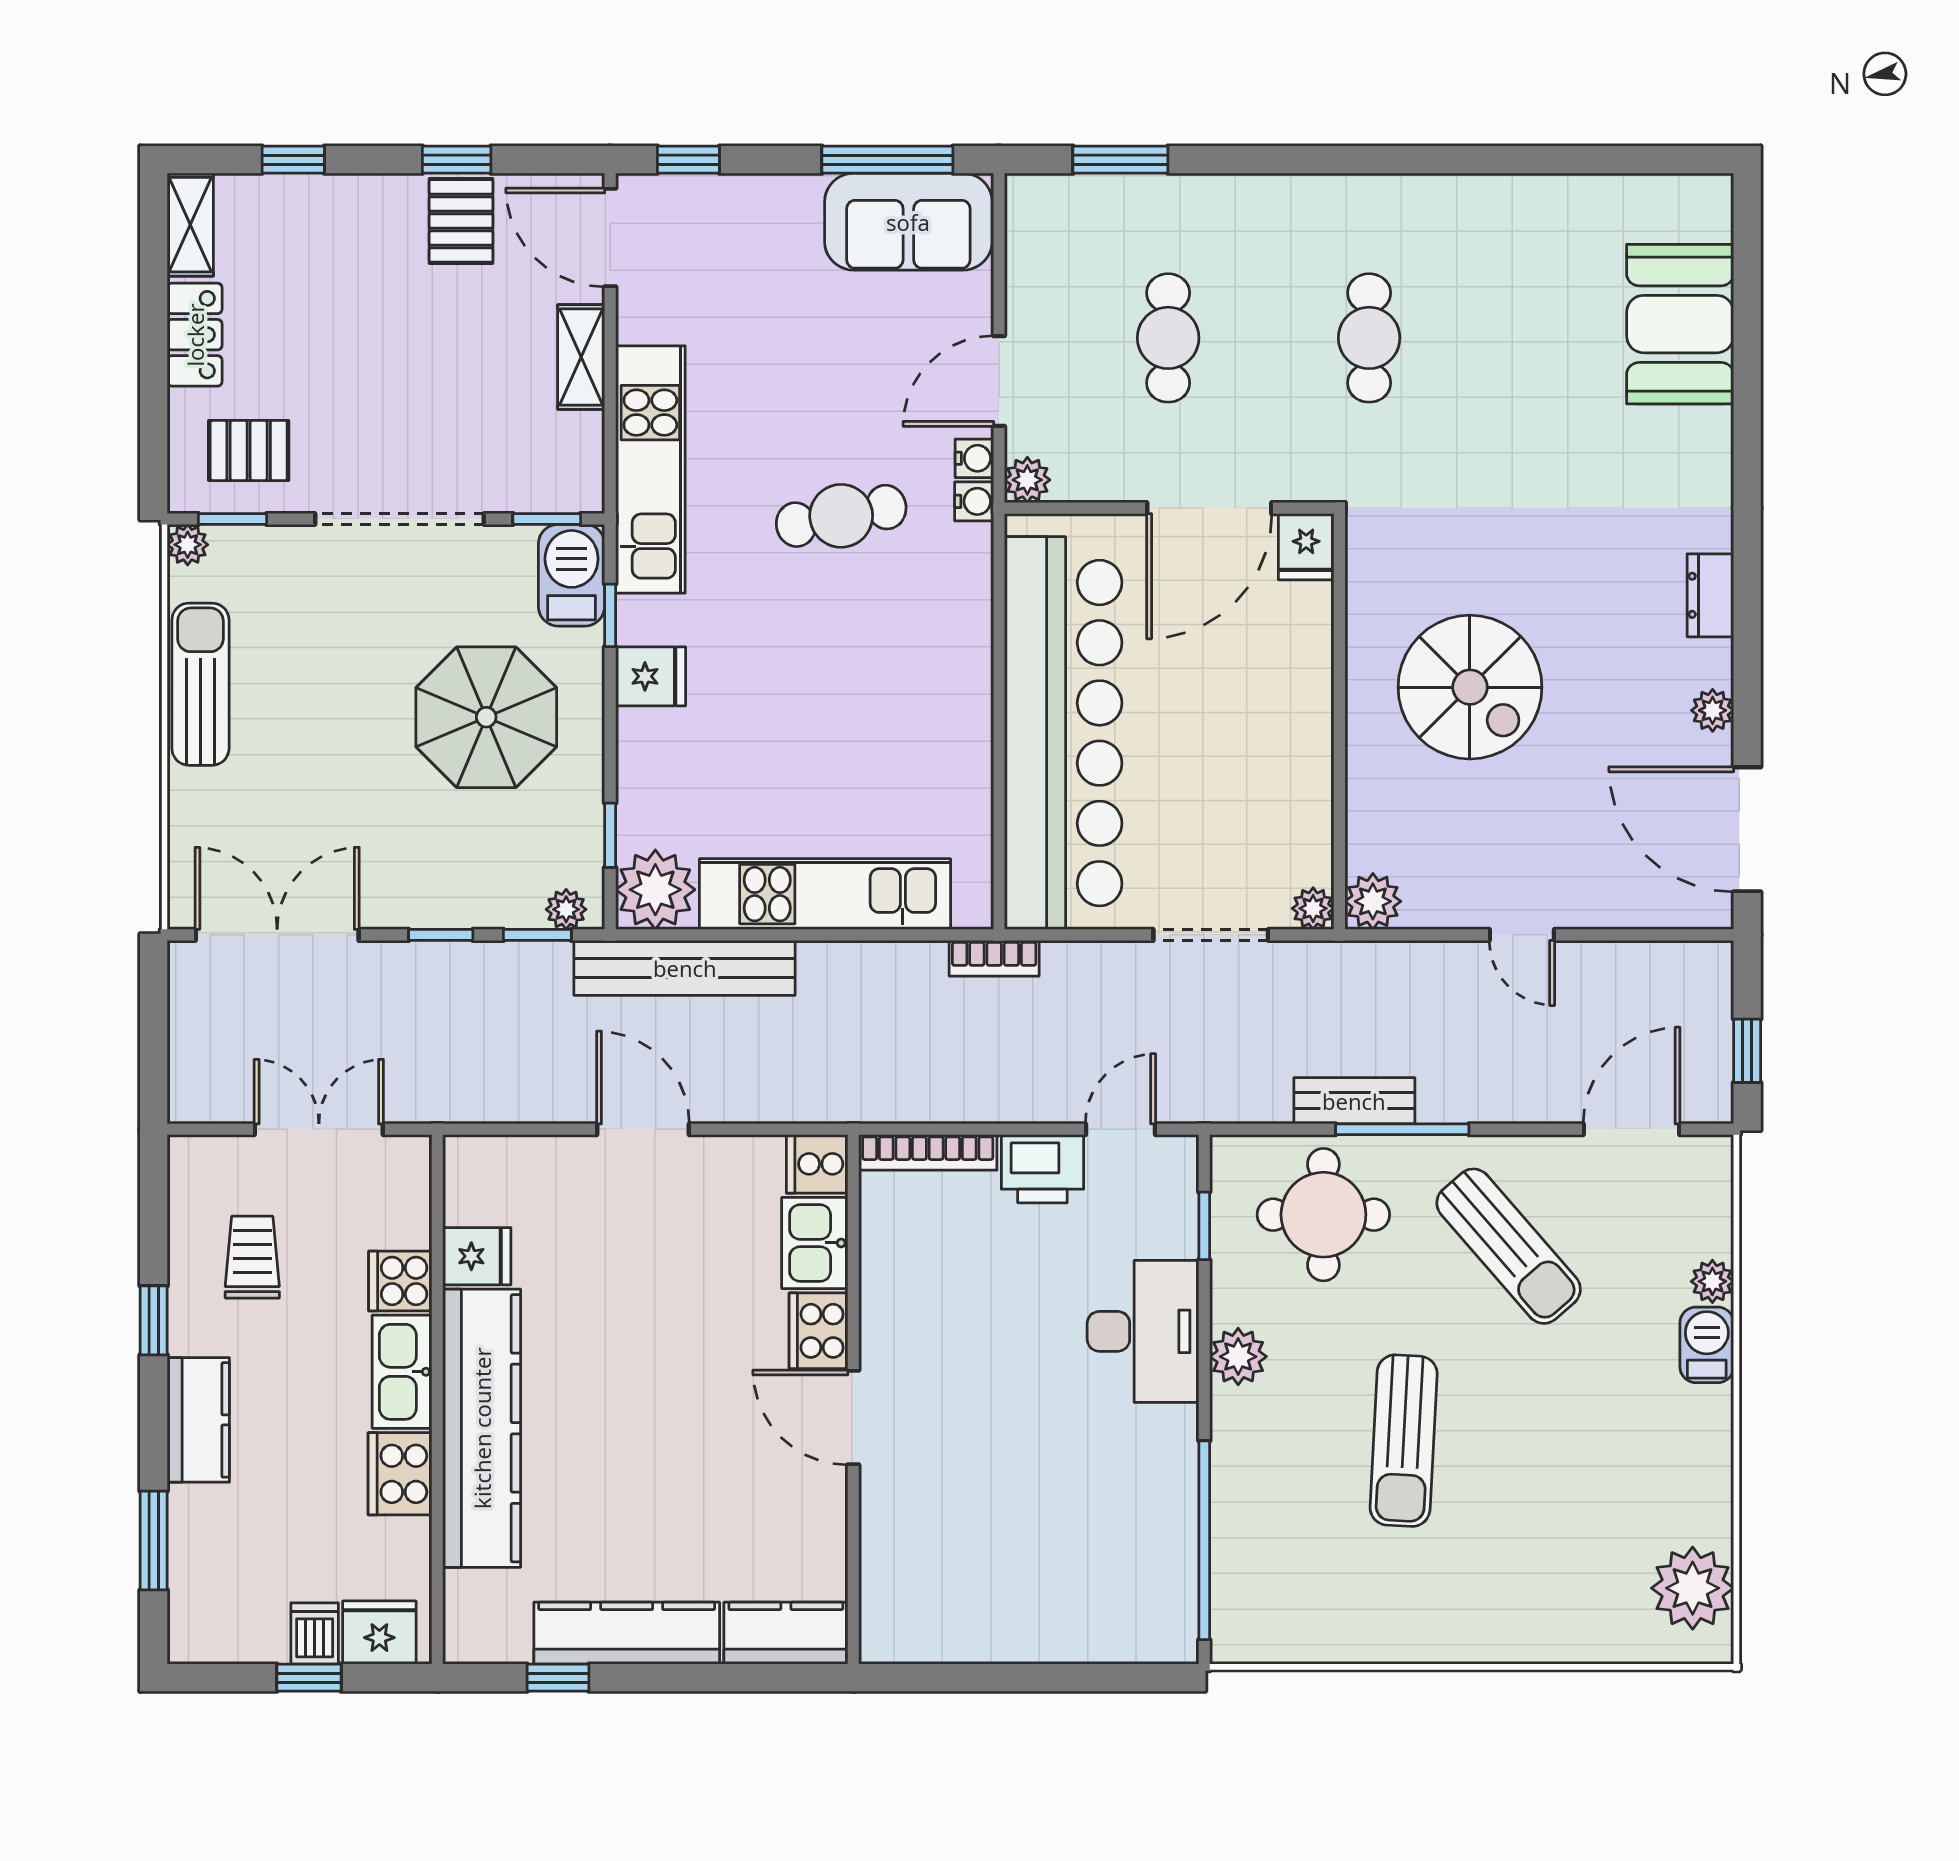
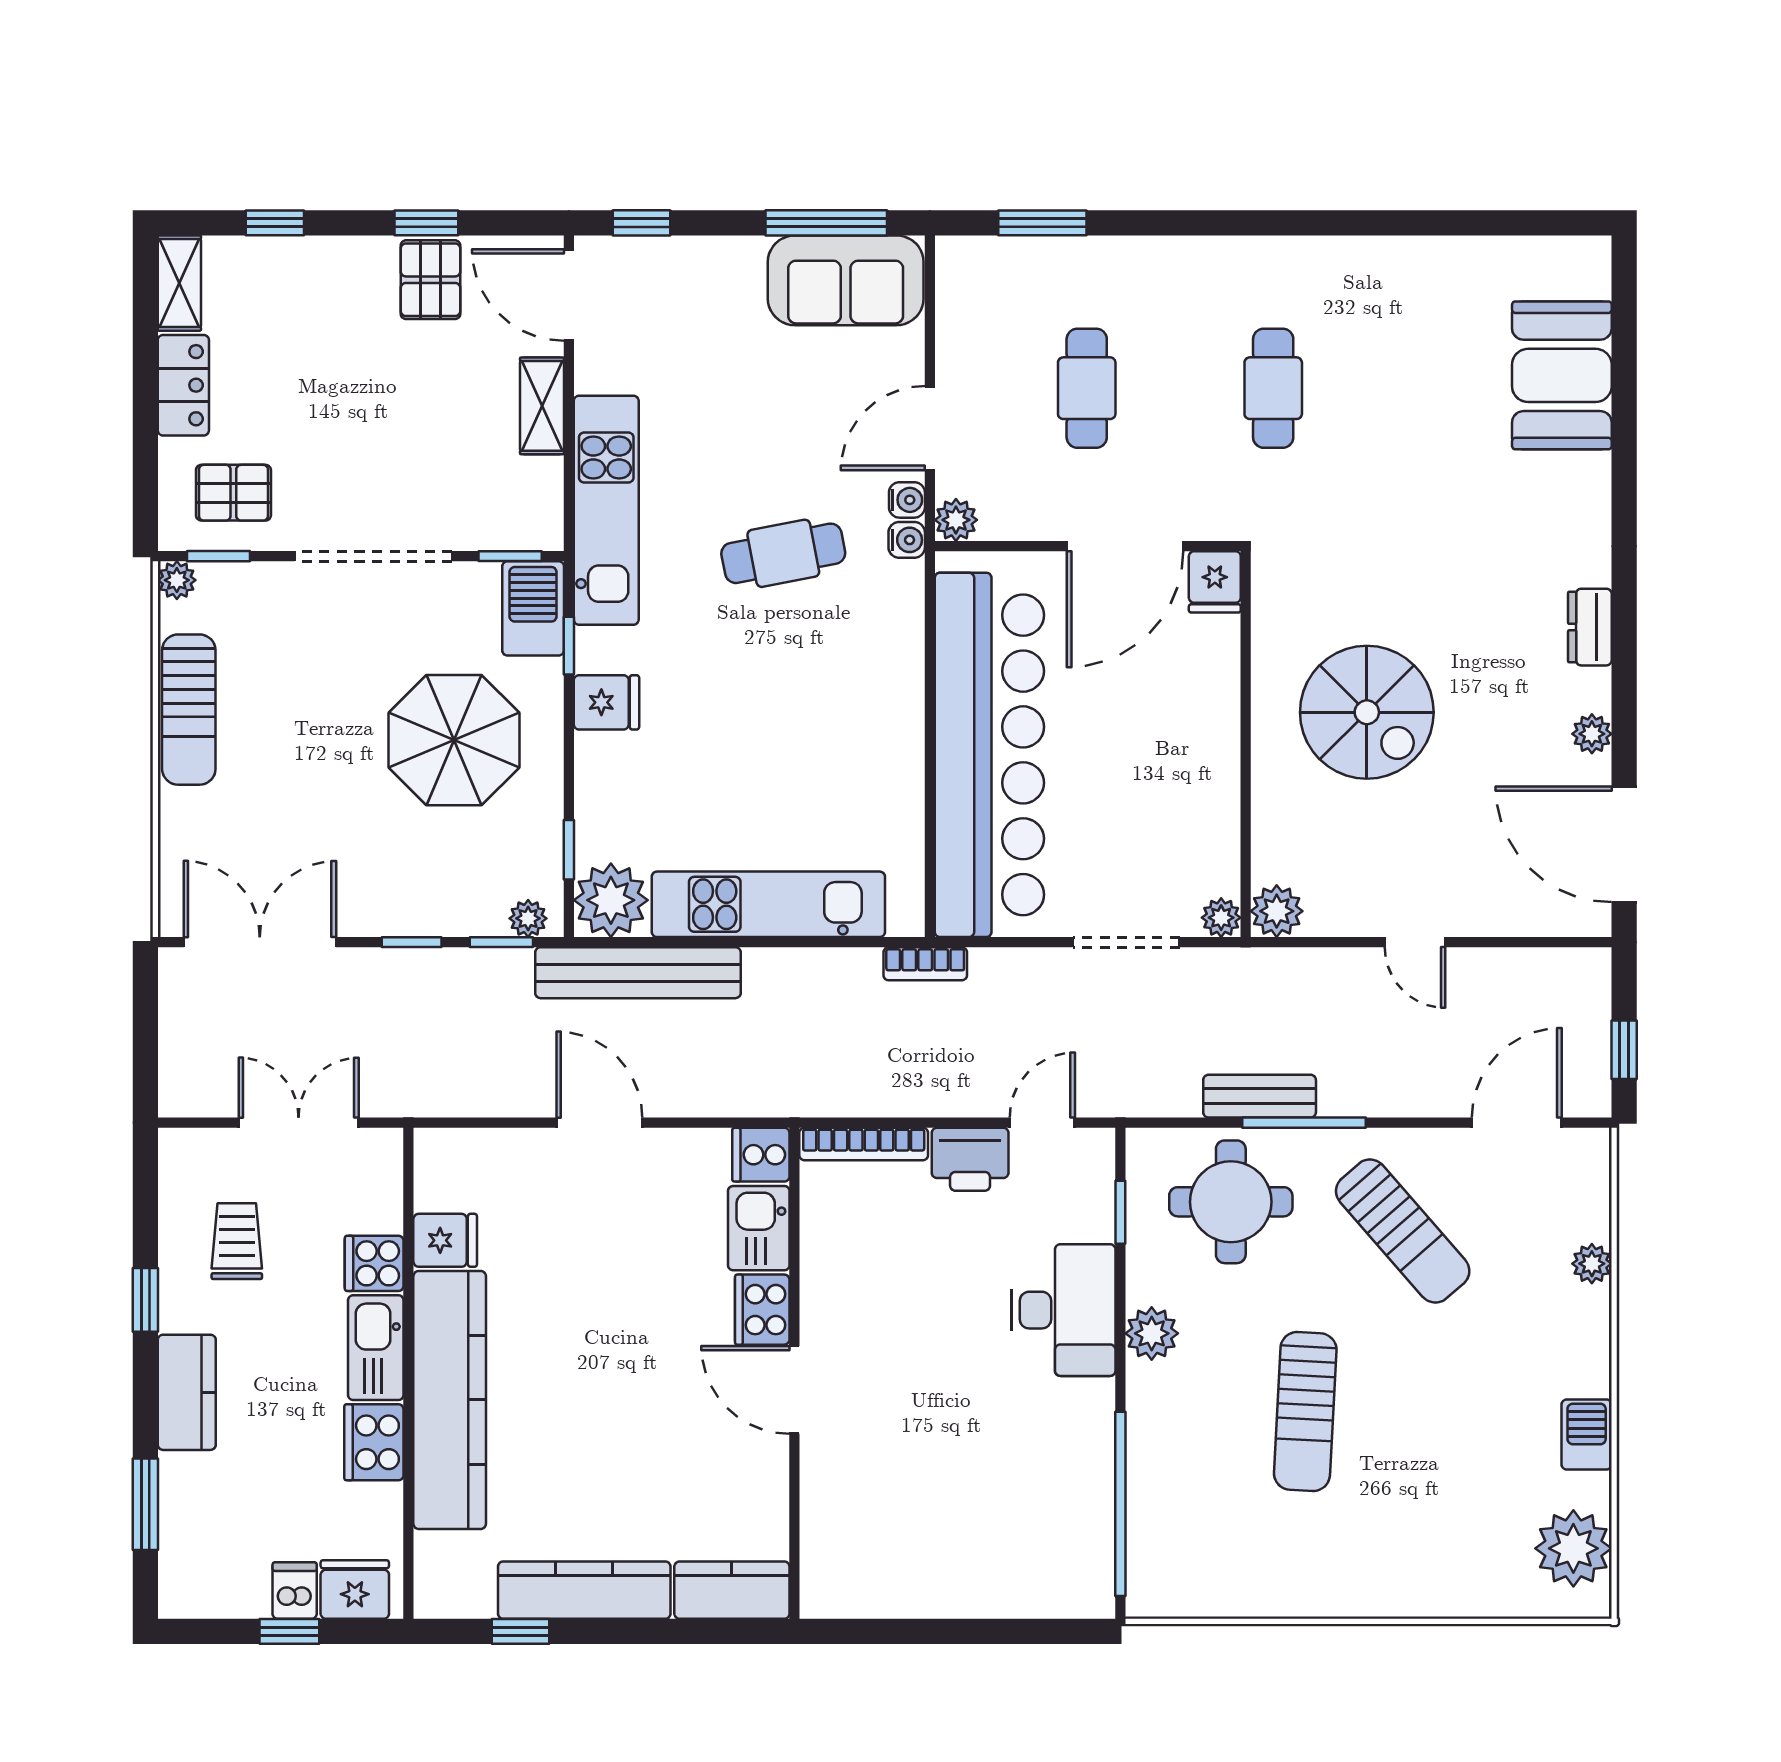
sun lounger: (200, 684) -> (189, 710), turned 180
barbecue: (1707, 1345) -> (1587, 1434), moved

